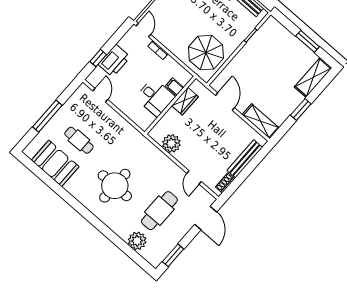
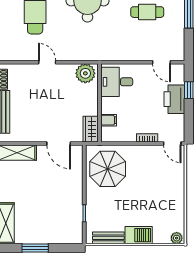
desk: (155, 97) -> (117, 82), moved
wardrobe: (185, 101) -> (91, 129), moved
plant: (171, 143) -> (85, 73), moved
door: (194, 177) -> (47, 62), moved

